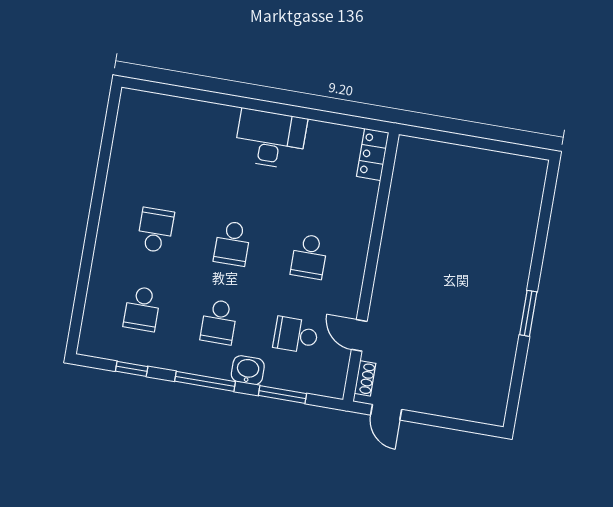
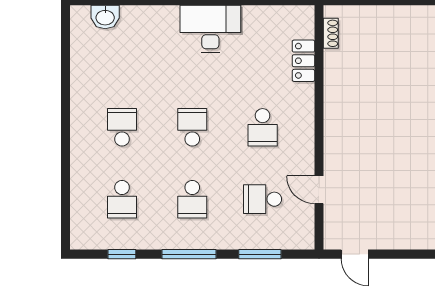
locker: (373, 154) -> (303, 61), moved
school desk: (232, 243) -> (192, 127), turned 180
washbasin: (248, 370) -> (105, 17), moved, turned 180
shoe rack: (365, 378) -> (331, 33), moved

